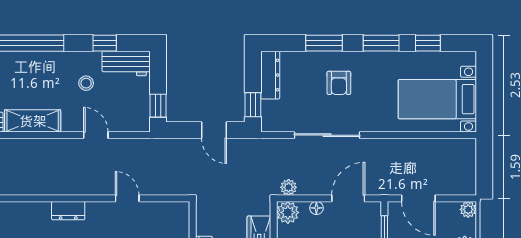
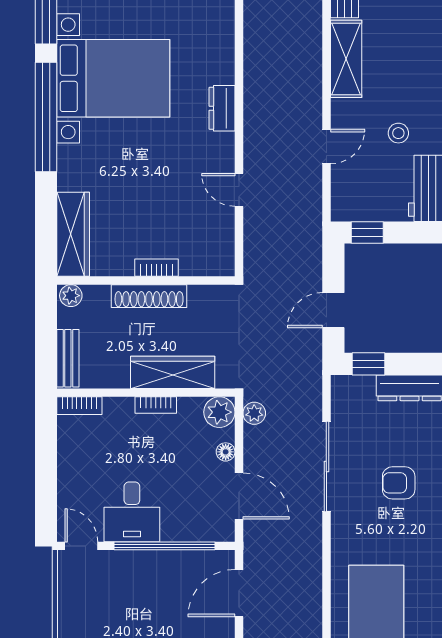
door: (127, 198) -> (239, 190), swing flipped

